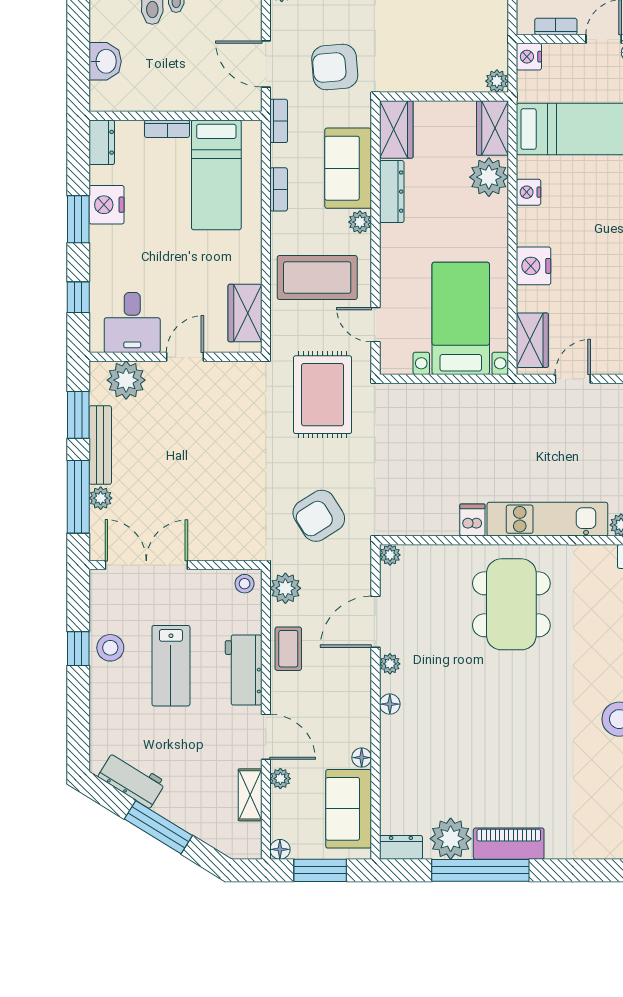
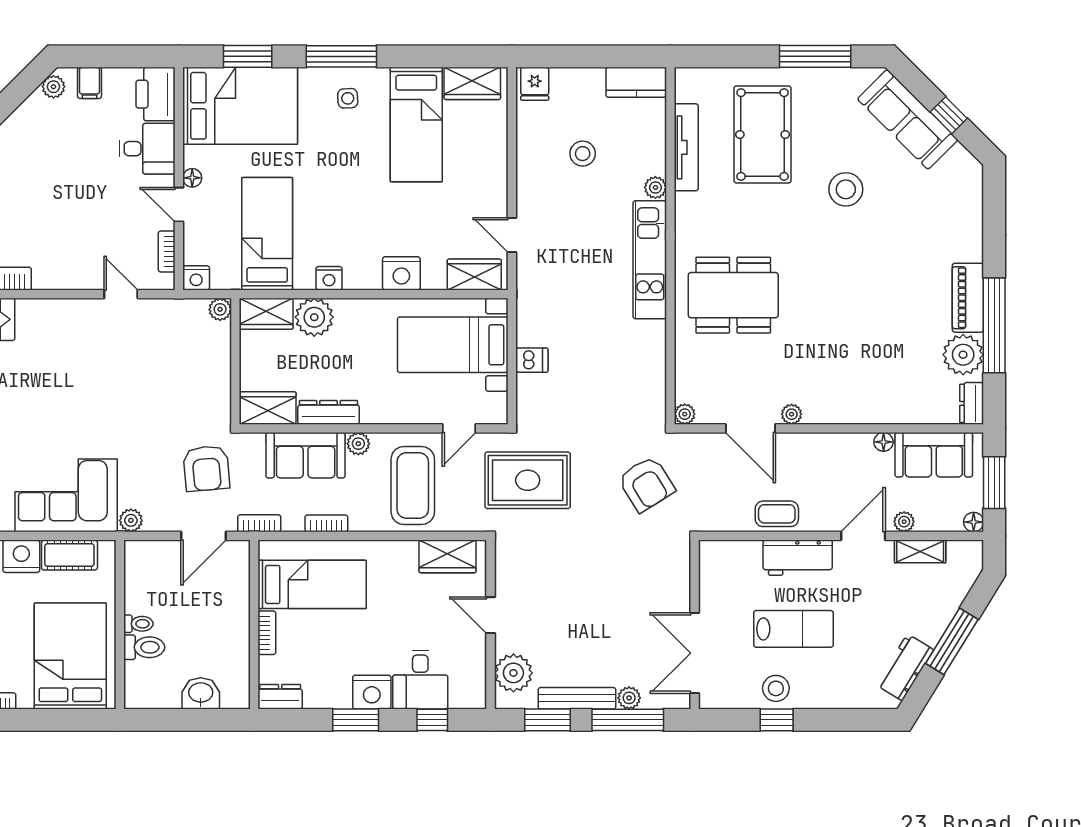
nightstand: (107, 205) -> (372, 692), moved
desk: (132, 323) -> (420, 680), moved, turned 90
dishwasher: (472, 520) -> (532, 360), moved, turned 180
stool: (245, 584) -> (713, 557), removed
plant: (285, 588) -> (717, 517), removed
floor lamp: (390, 704) -> (831, 414), removed

